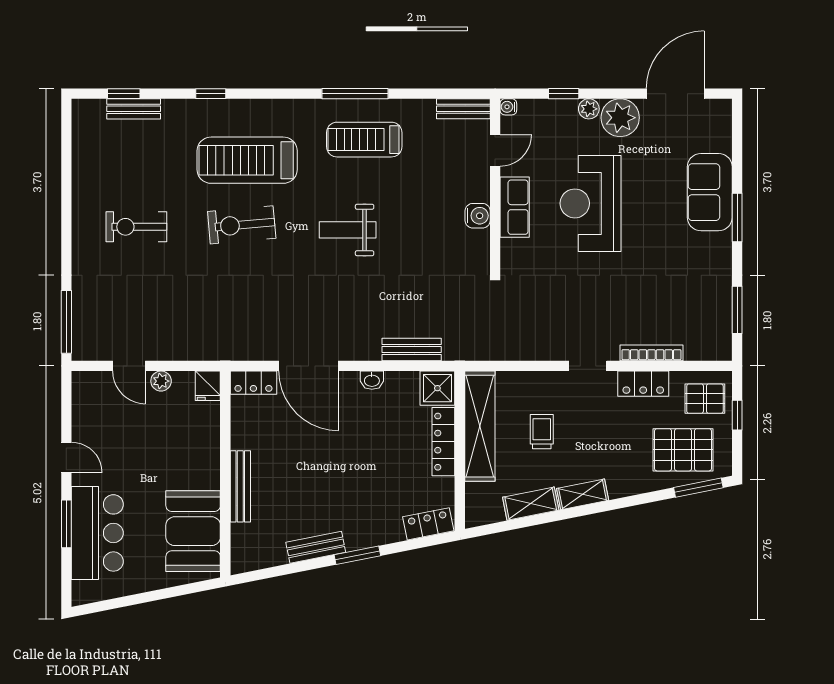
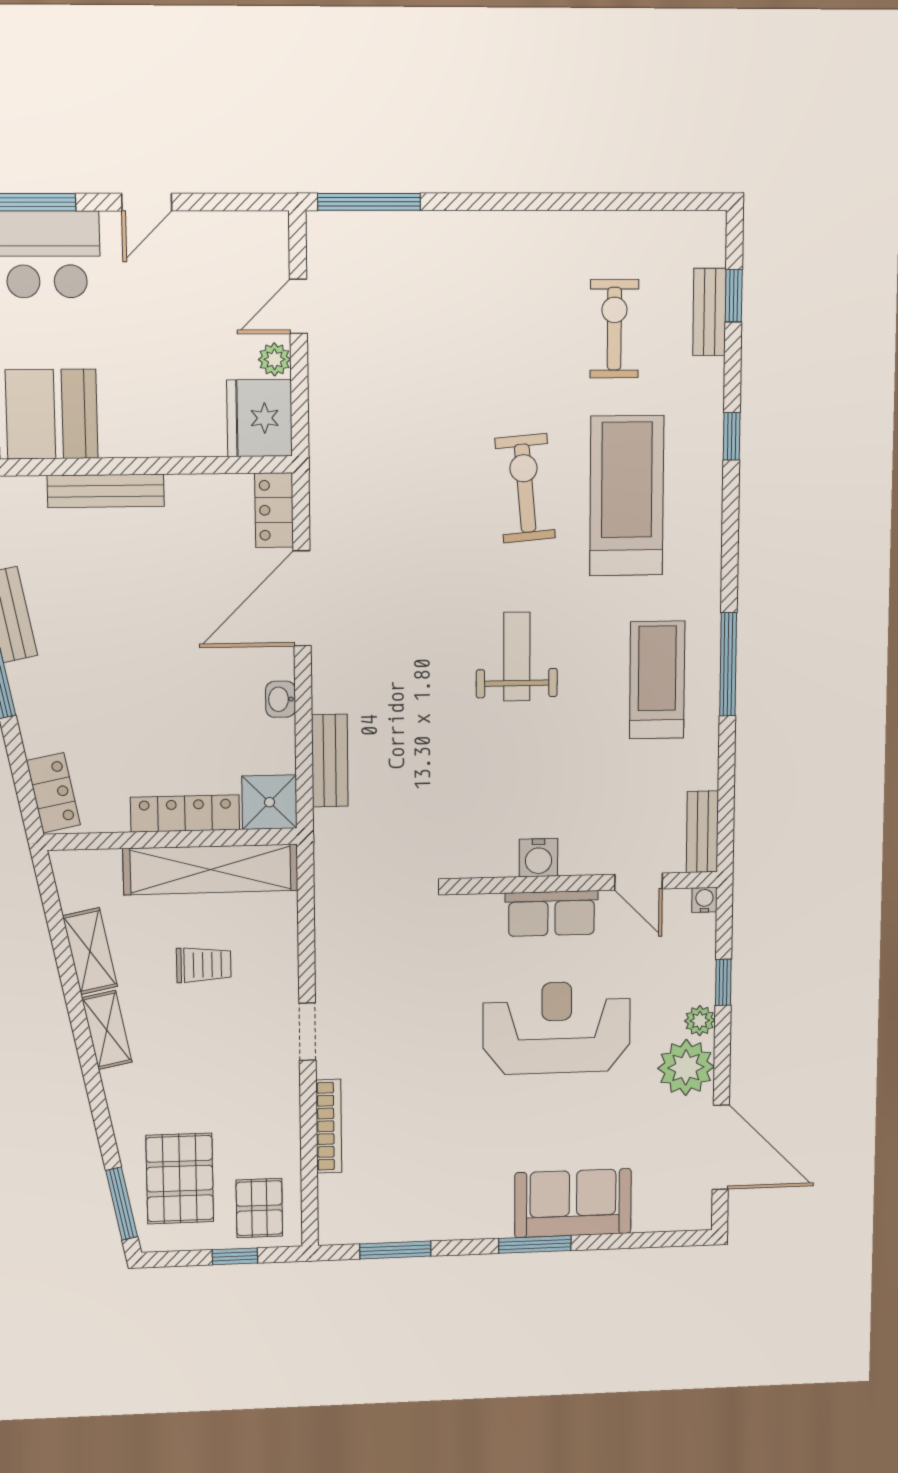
exercise bike: (136, 227) -> (614, 329), moved
locker: (643, 384) -> (281, 1116), removed
fridge: (208, 386) -> (259, 418), width x1.88, depth x1.34

